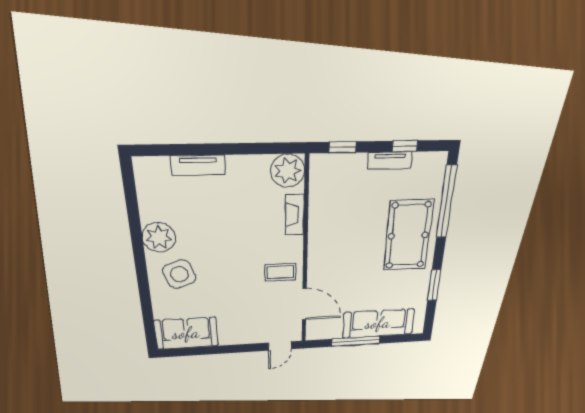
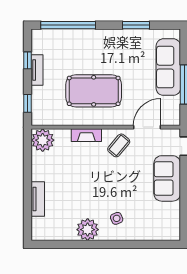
fireplace: (295, 215) -> (86, 135), moved
pool table: (408, 236) -> (94, 91), moved
coffee table: (280, 272) -> (119, 145), turned 40
side table: (179, 274) -> (117, 218), width x0.54, depth x0.54
sofa: (186, 333) -> (167, 178), moved

